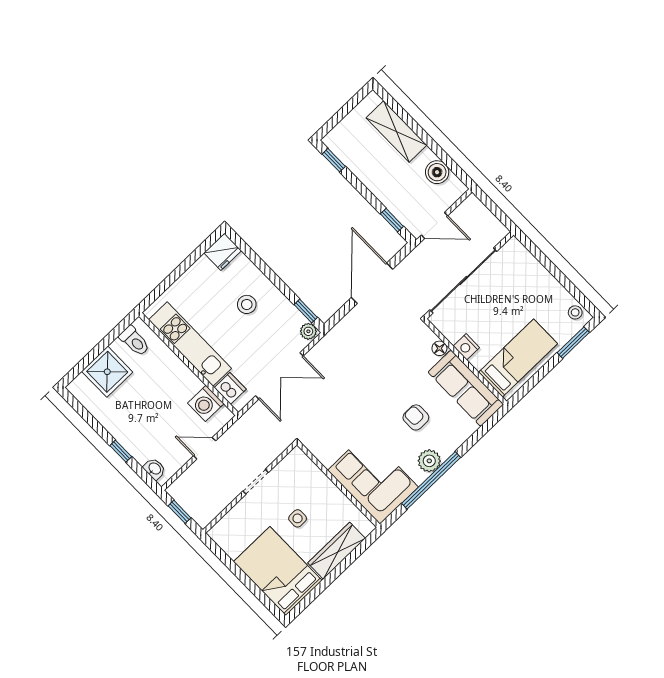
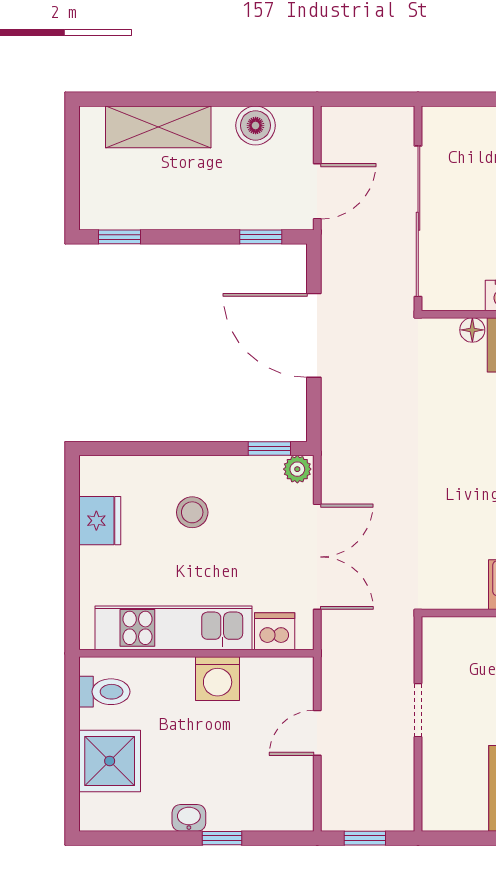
fridge: (223, 252) -> (100, 521), moved
washing machine: (206, 403) -> (218, 679), moved
washbasin: (154, 469) -> (189, 818), moved

